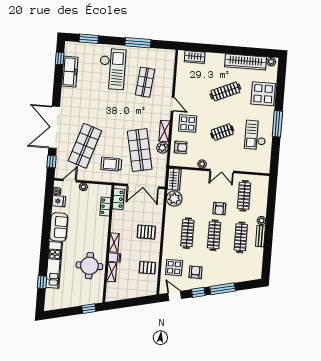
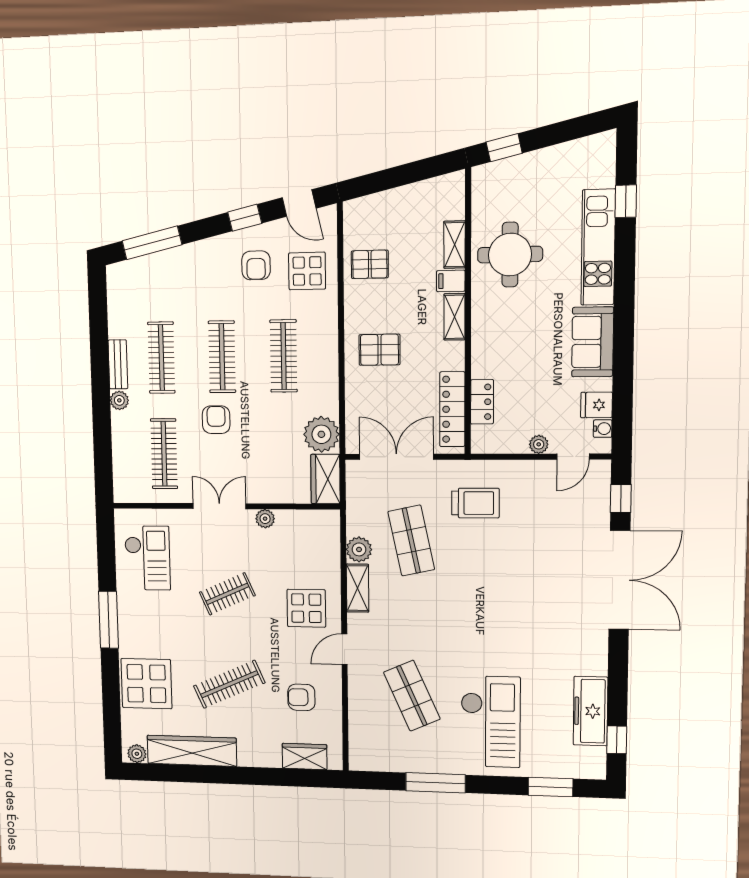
checkout: (112, 69) -> (490, 722), turned 180
shop shelf: (145, 82) -> (412, 696), turned -30
door: (173, 104) -> (344, 649), hinge flipped
checkout: (255, 135) -> (147, 558), moved
shop shelf: (85, 146) -> (542, 542), removed
armchair: (181, 147) -> (301, 697), moved
shop shelf: (140, 150) -> (411, 541), width x0.70, depth x0.74
locker: (118, 199) -> (452, 409), width x1.53
window: (223, 289) -> (152, 243), moved

